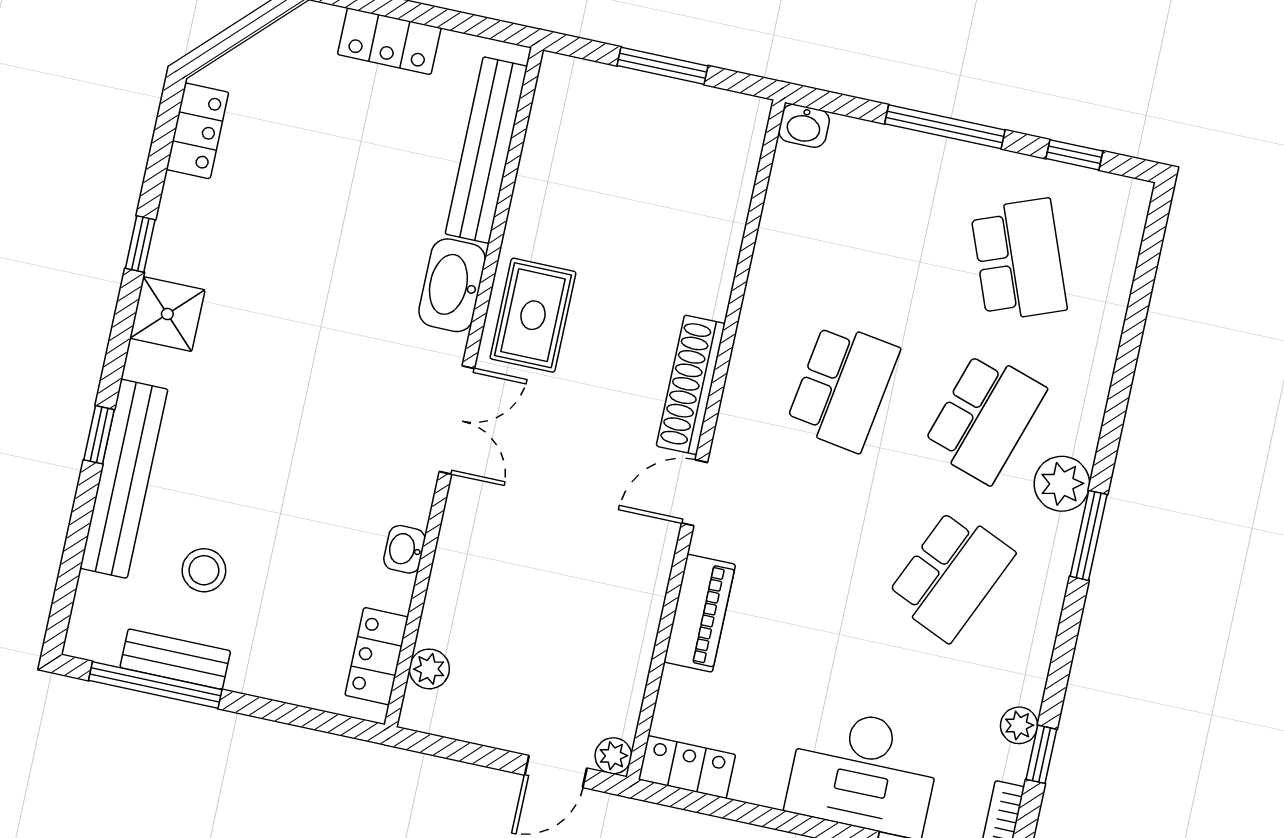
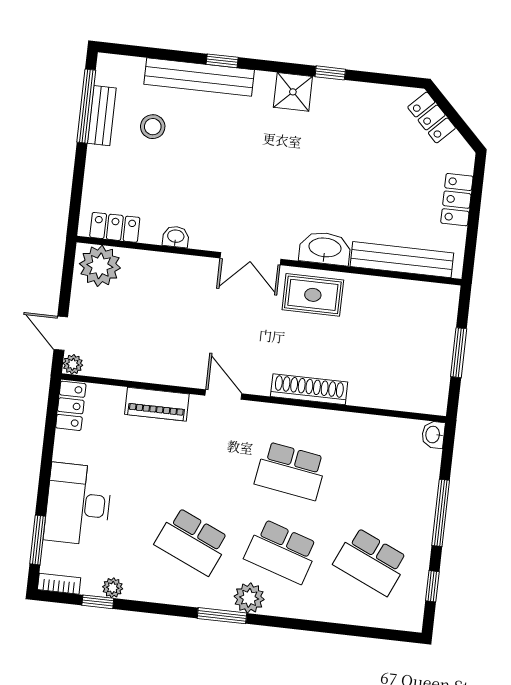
locker: (197, 131) -> (432, 117), moved, turned 45
school desk: (1019, 260) -> (371, 561), turned 45
shoe rack: (691, 385) -> (309, 389), moved
plant: (429, 669) -> (100, 266), width x1.88, depth x1.88

